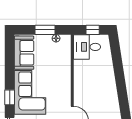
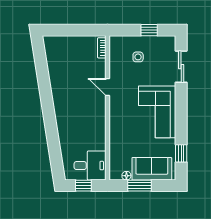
sofa: (24, 53) -> (152, 169), moved, turned 90
window: (10, 97) -> (181, 153), moved

